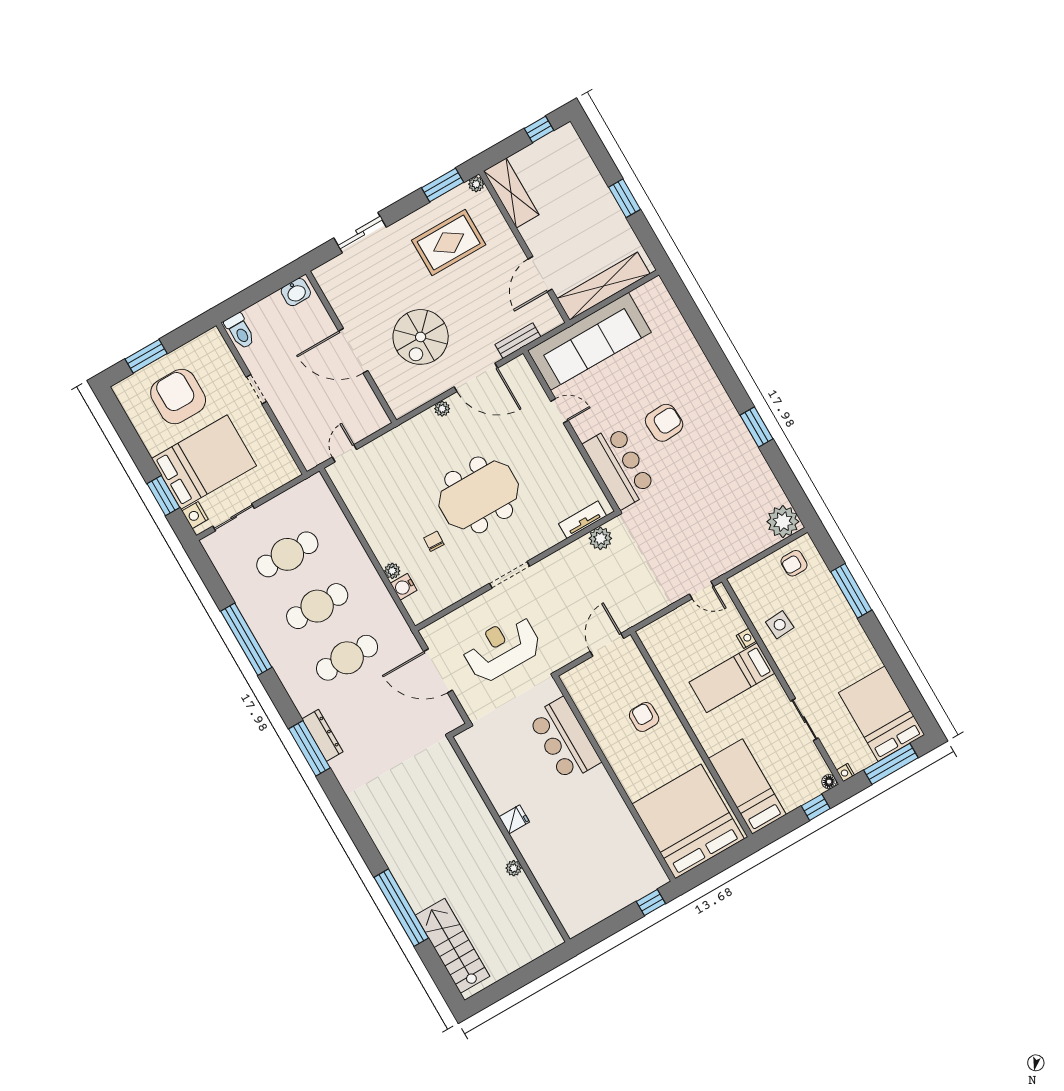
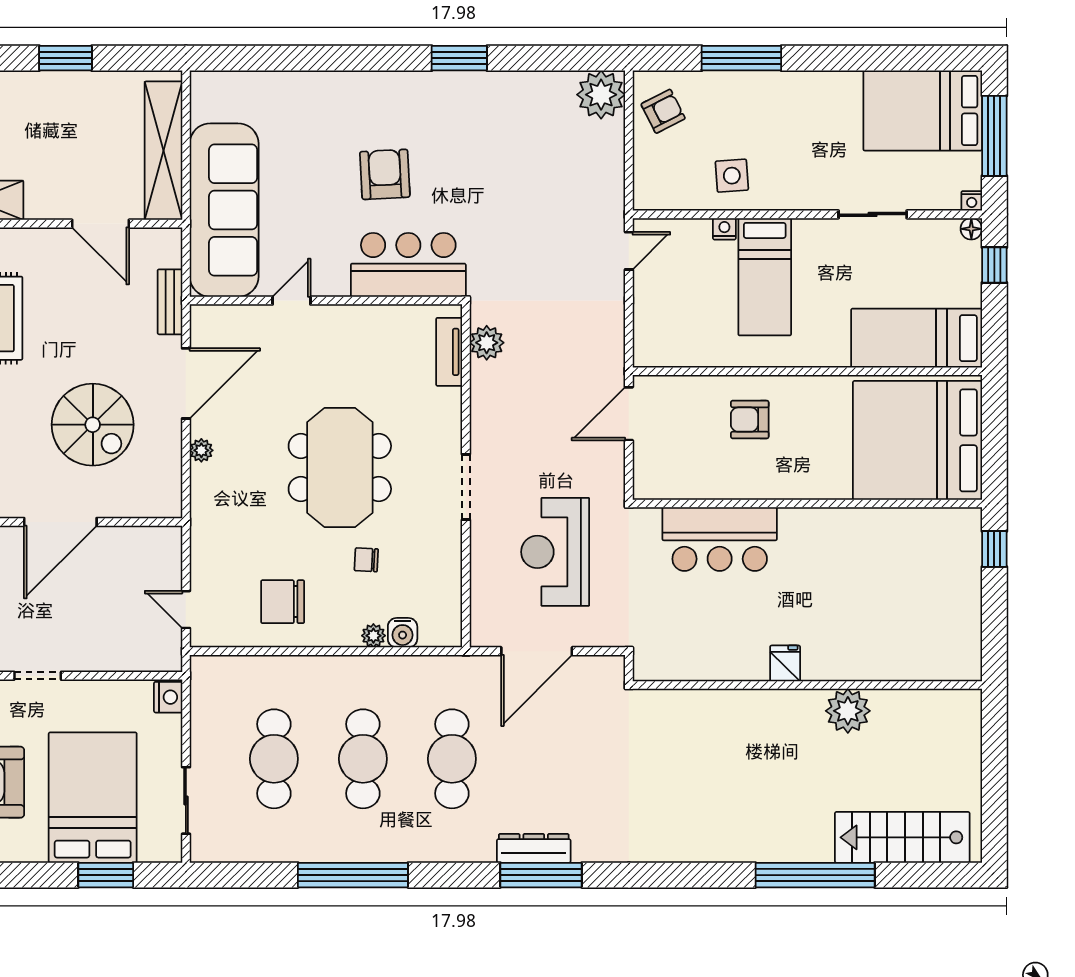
chair: (382, 507) -> (283, 602), added
nightstand: (195, 515) -> (168, 697), moved, turned -90
armchair: (794, 563) -> (663, 111), turned -117
door: (607, 645) -> (629, 414), hinge flipped
plant: (514, 868) -> (848, 711), width x1.87, depth x1.87

